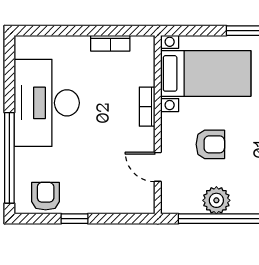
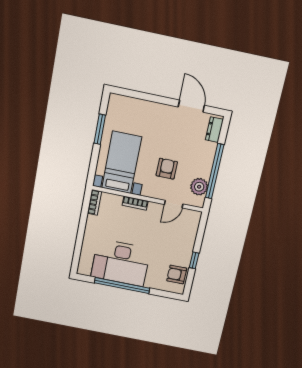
bookcase: (110, 43) -> (94, 202), moved
window: (9, 158) -> (122, 286), moved
plant: (216, 200) -> (199, 187), moved

